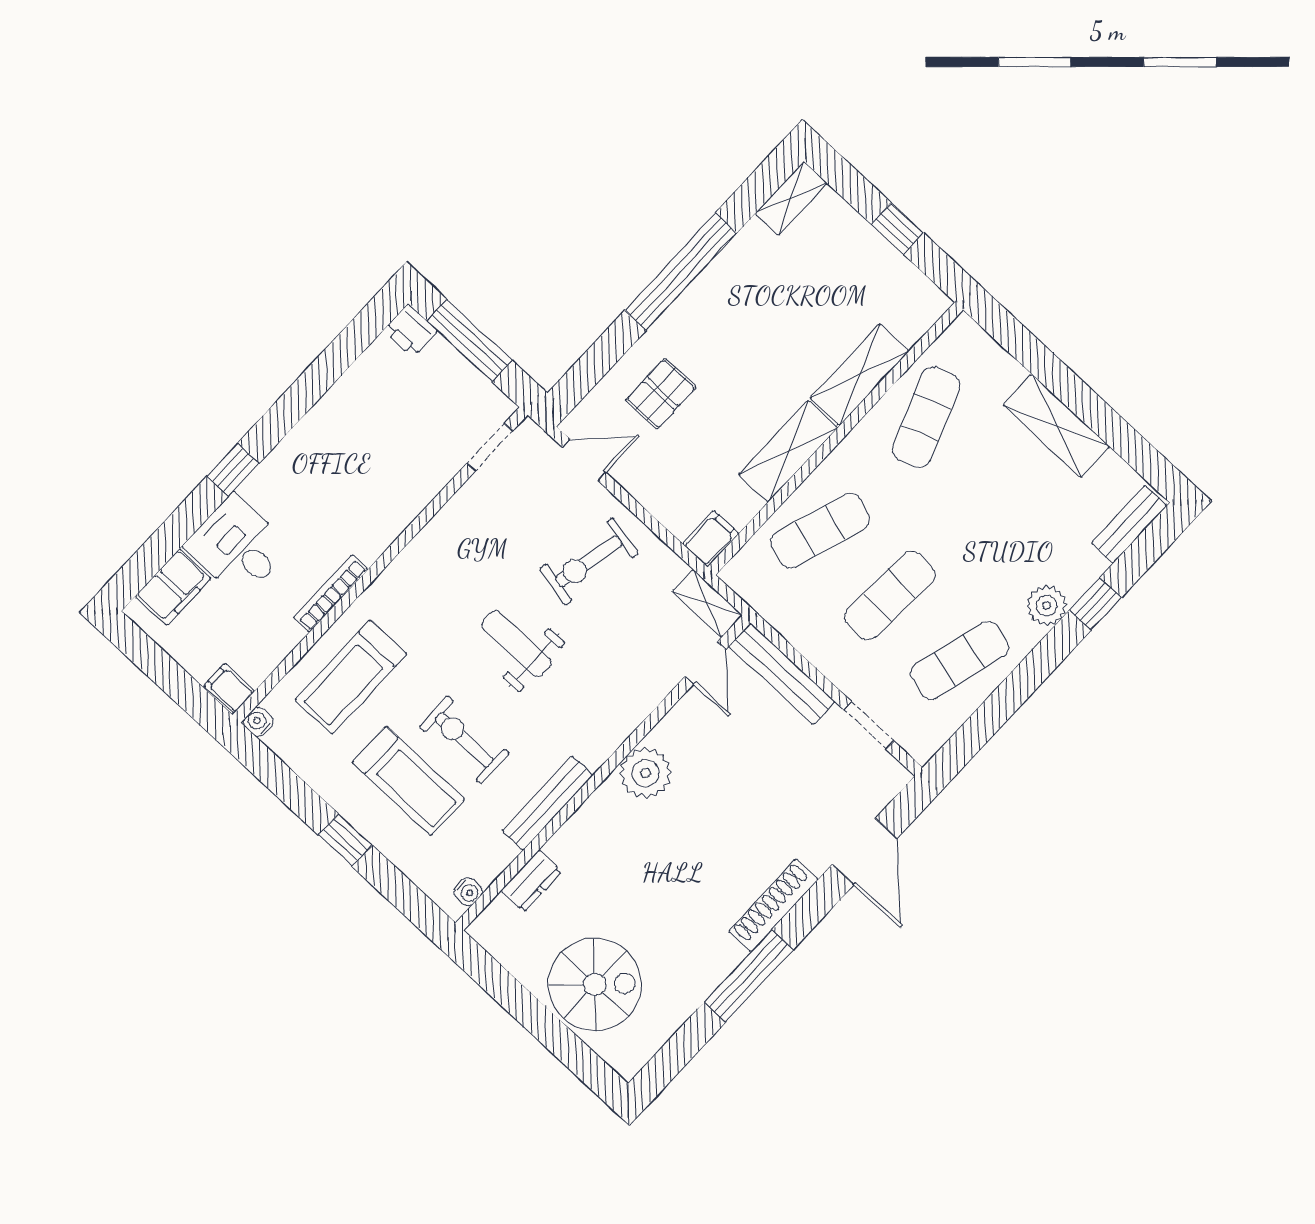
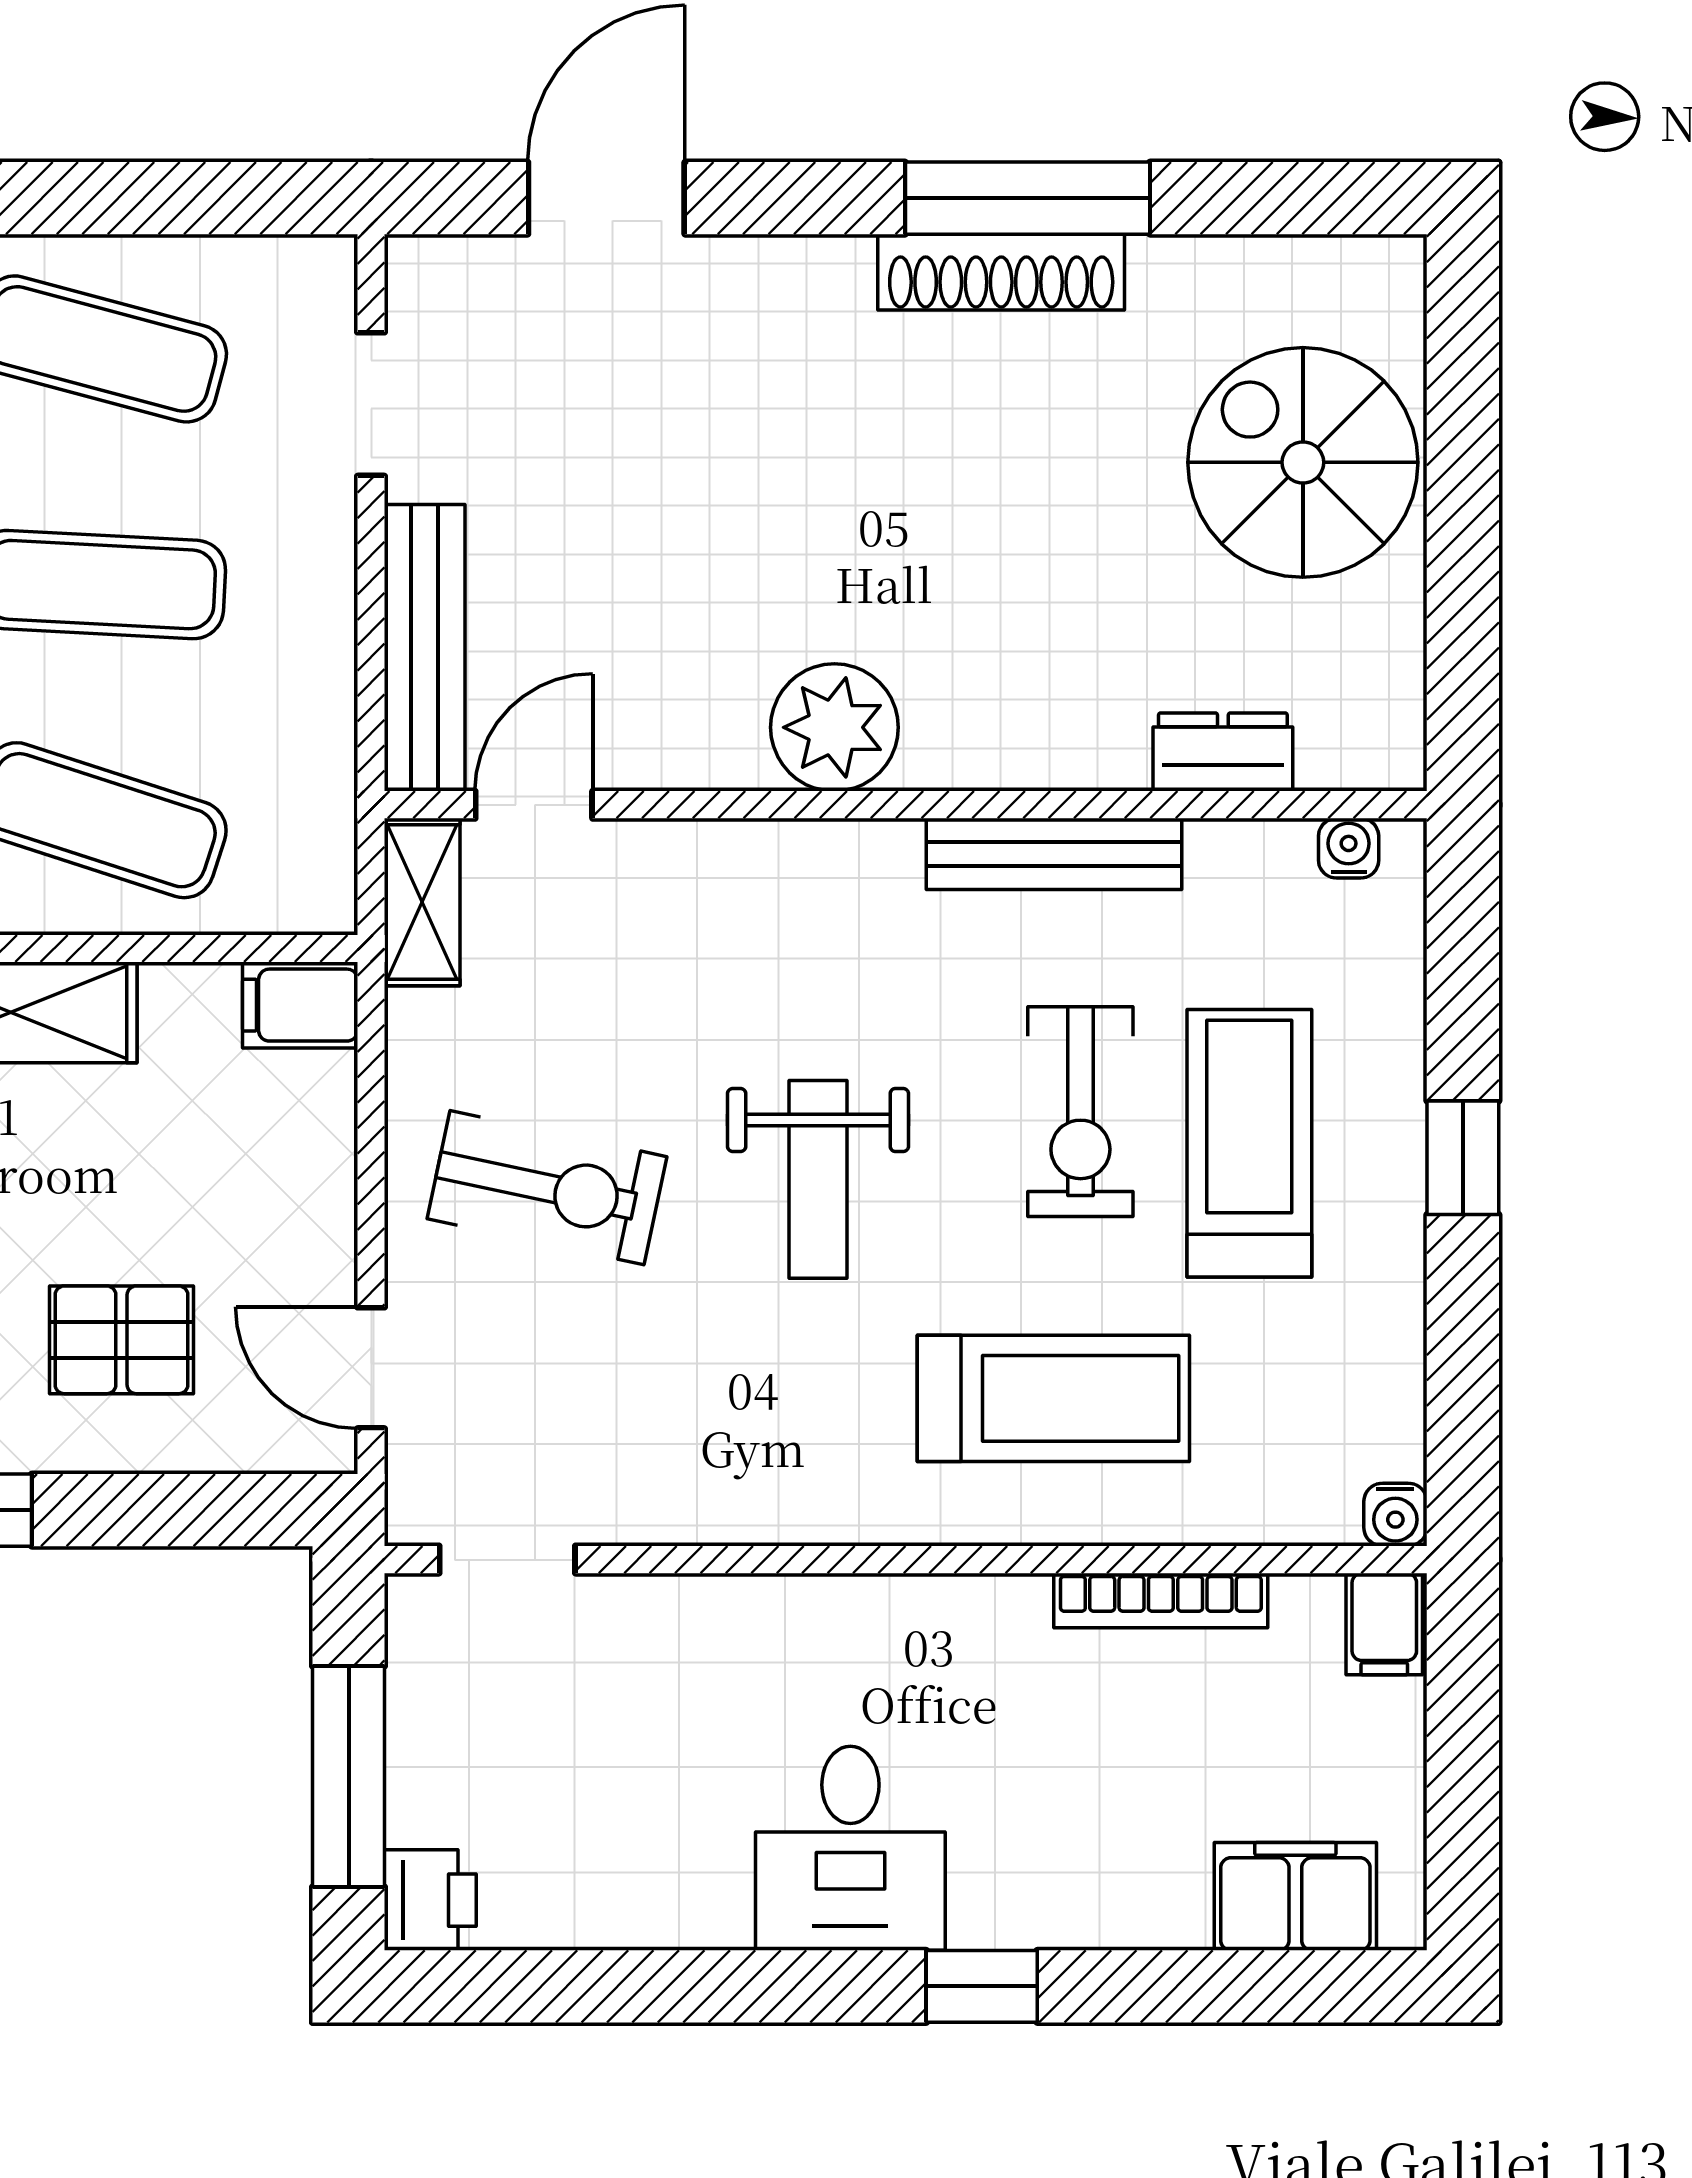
desk: (238, 546) -> (850, 1848), moved
bookcase: (331, 594) -> (1161, 1600), moved
treadmill: (351, 677) -> (1053, 1398), moved
shoe rack: (773, 905) -> (1001, 272), moved

